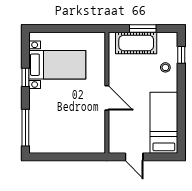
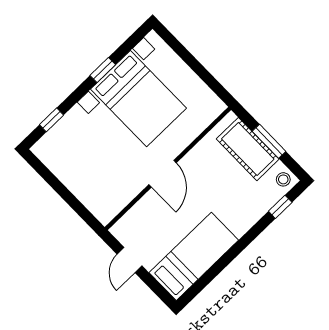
bed with nightstands: (57, 65) -> (138, 99), width x1.36
stool: (165, 67) -> (283, 179), moved
window: (25, 128) -> (51, 120), width x0.46

